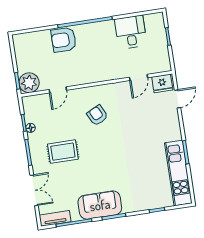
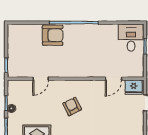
desk: (131, 32) -> (131, 38), moved
armchair: (64, 40) -> (53, 35), turned 180
plant: (29, 83) -> (16, 68), removed

